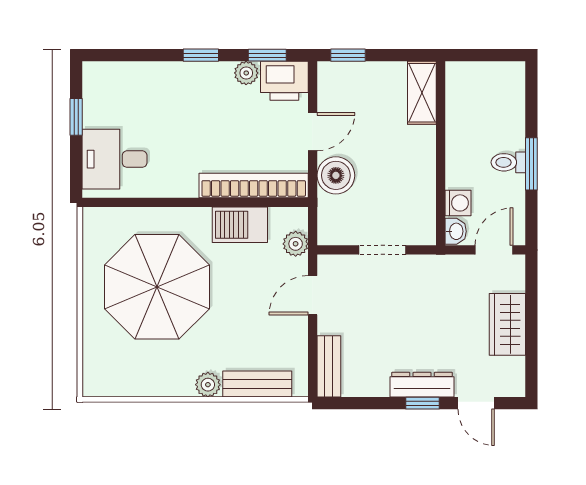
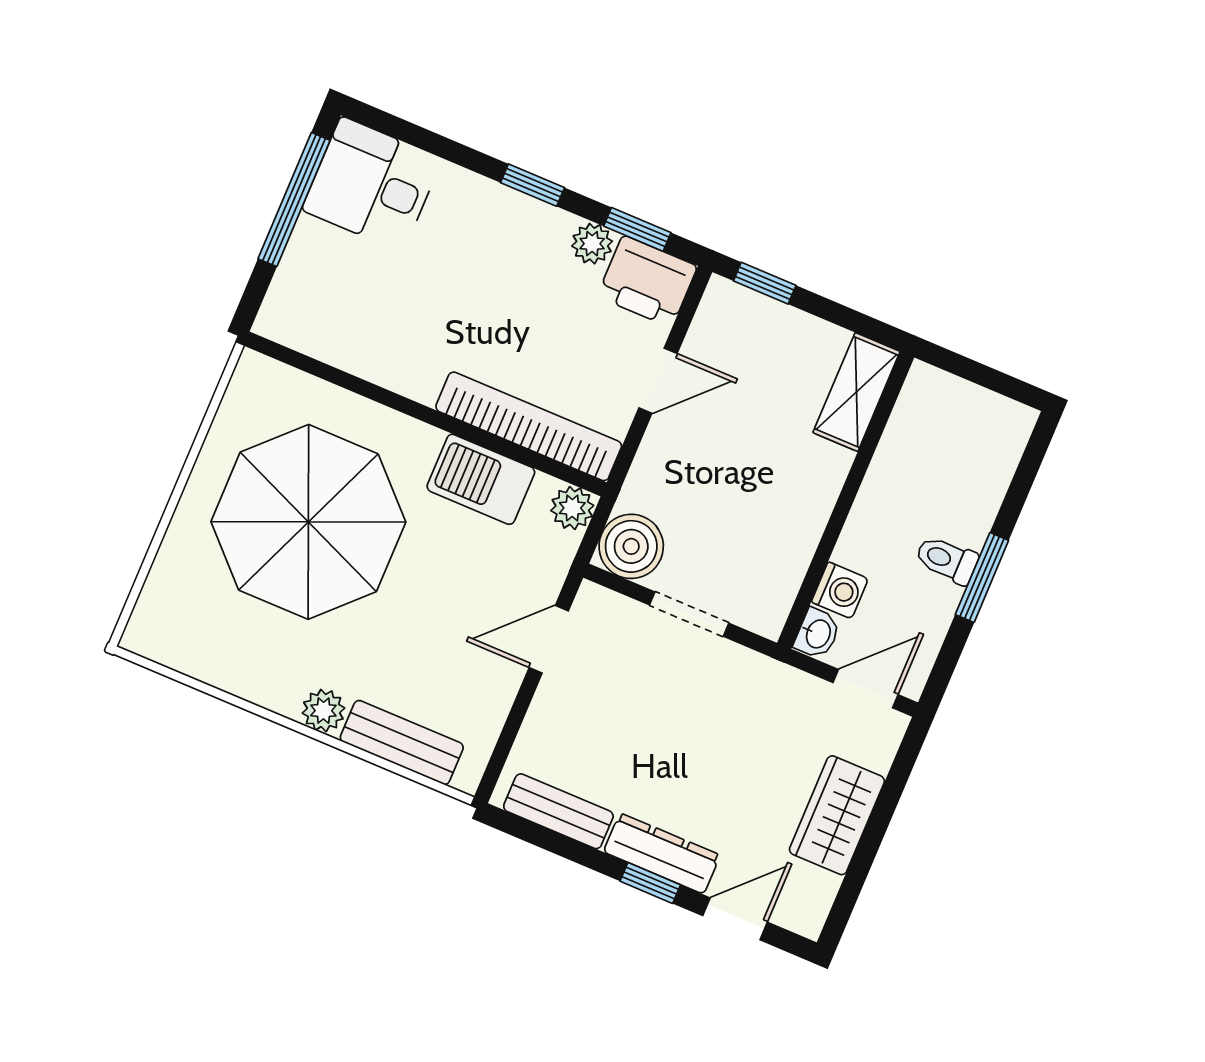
window: (76, 117) -> (294, 200), width x2.17
desk: (115, 159) -> (372, 184), moved
boiler: (336, 175) -> (631, 546), moved
plant: (296, 244) -> (572, 508), moved
bench: (329, 366) -> (558, 811), moved, turned 90
door: (476, 403) -> (735, 919), swing flipped

